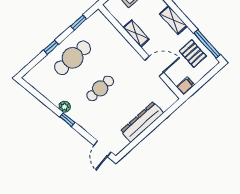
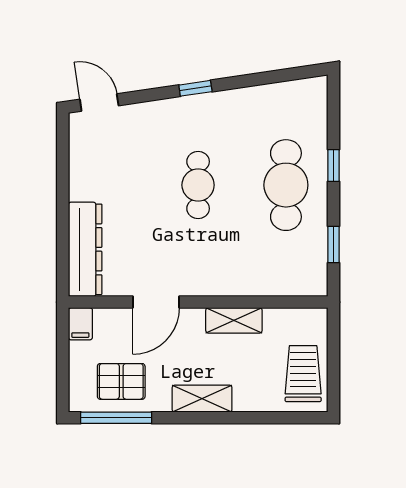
plant: (65, 107) -> (220, 102), removed
dresser: (142, 122) -> (85, 249), moved

